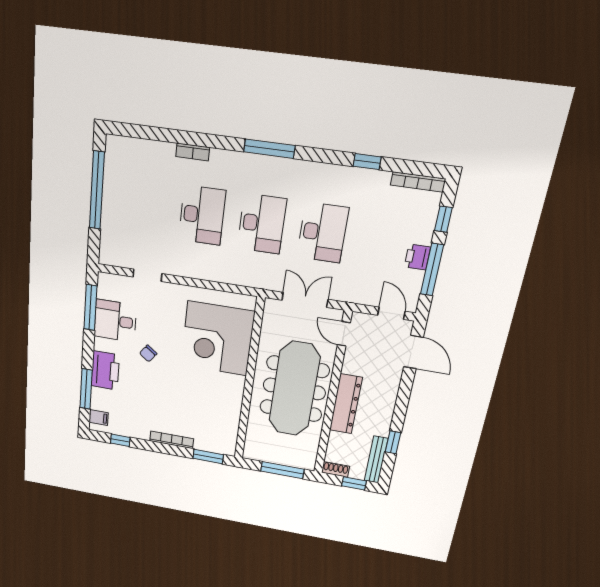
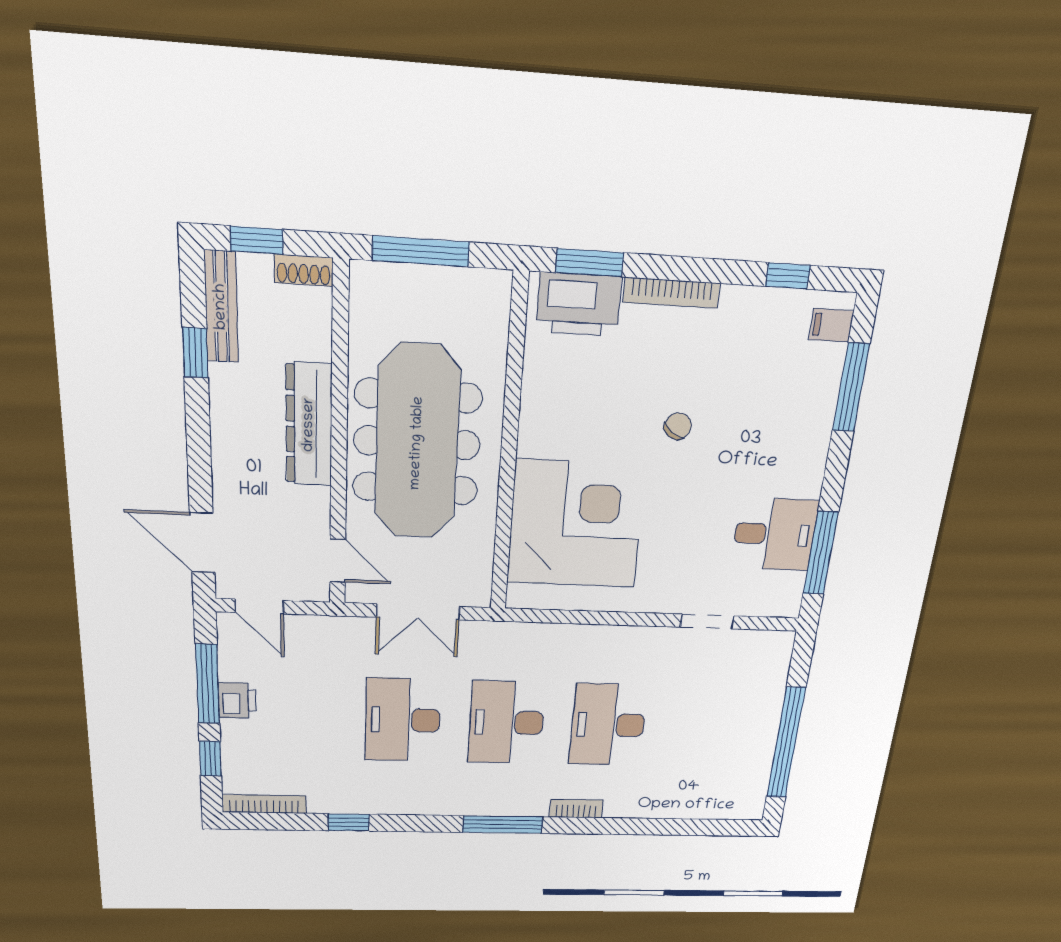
bookcase: (193, 152) -> (576, 809), moved
chair: (148, 353) -> (678, 426), moved
printer: (105, 370) -> (579, 304), moved, turned -90

